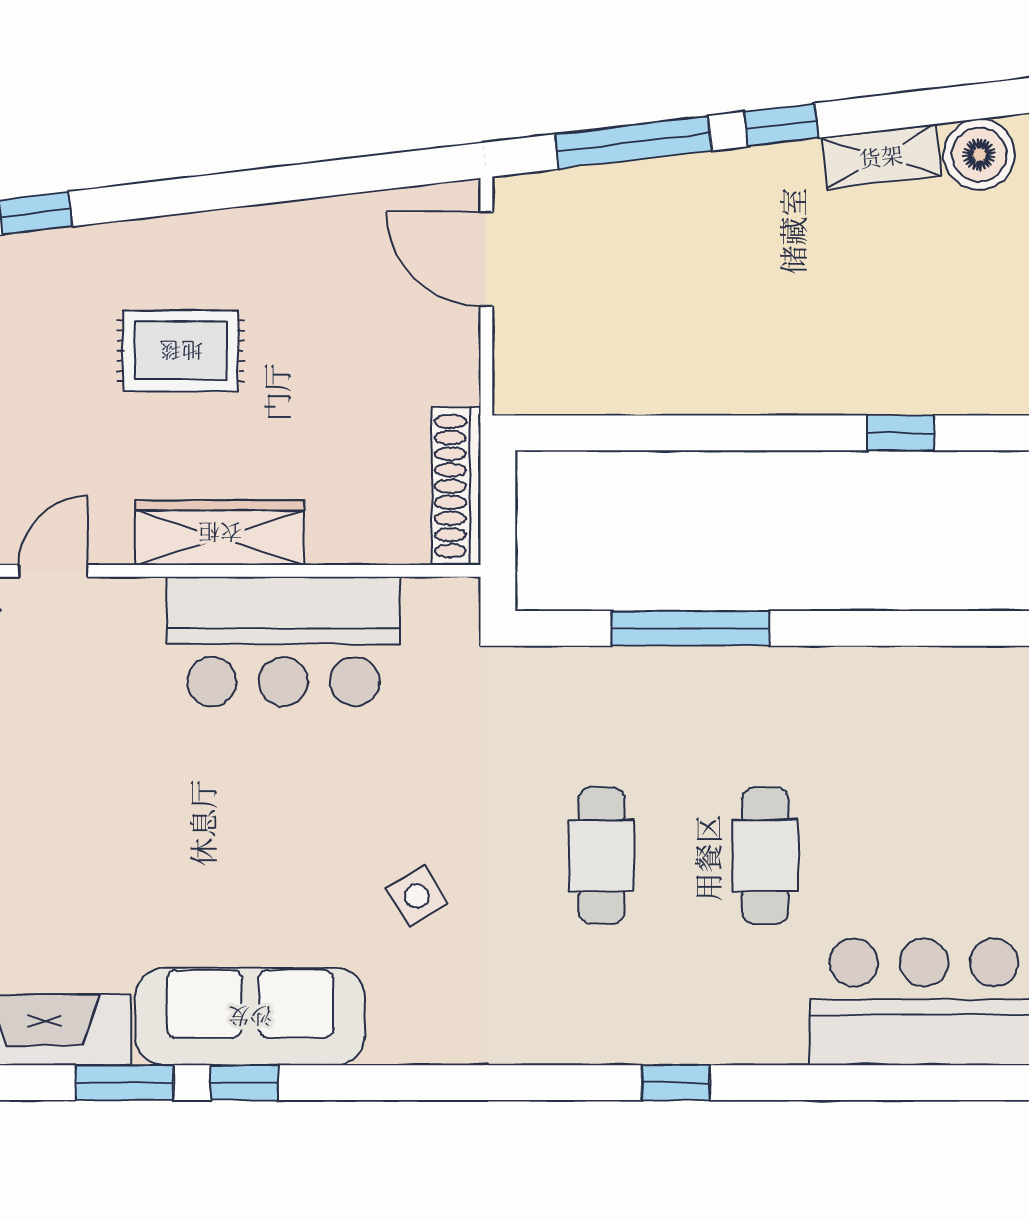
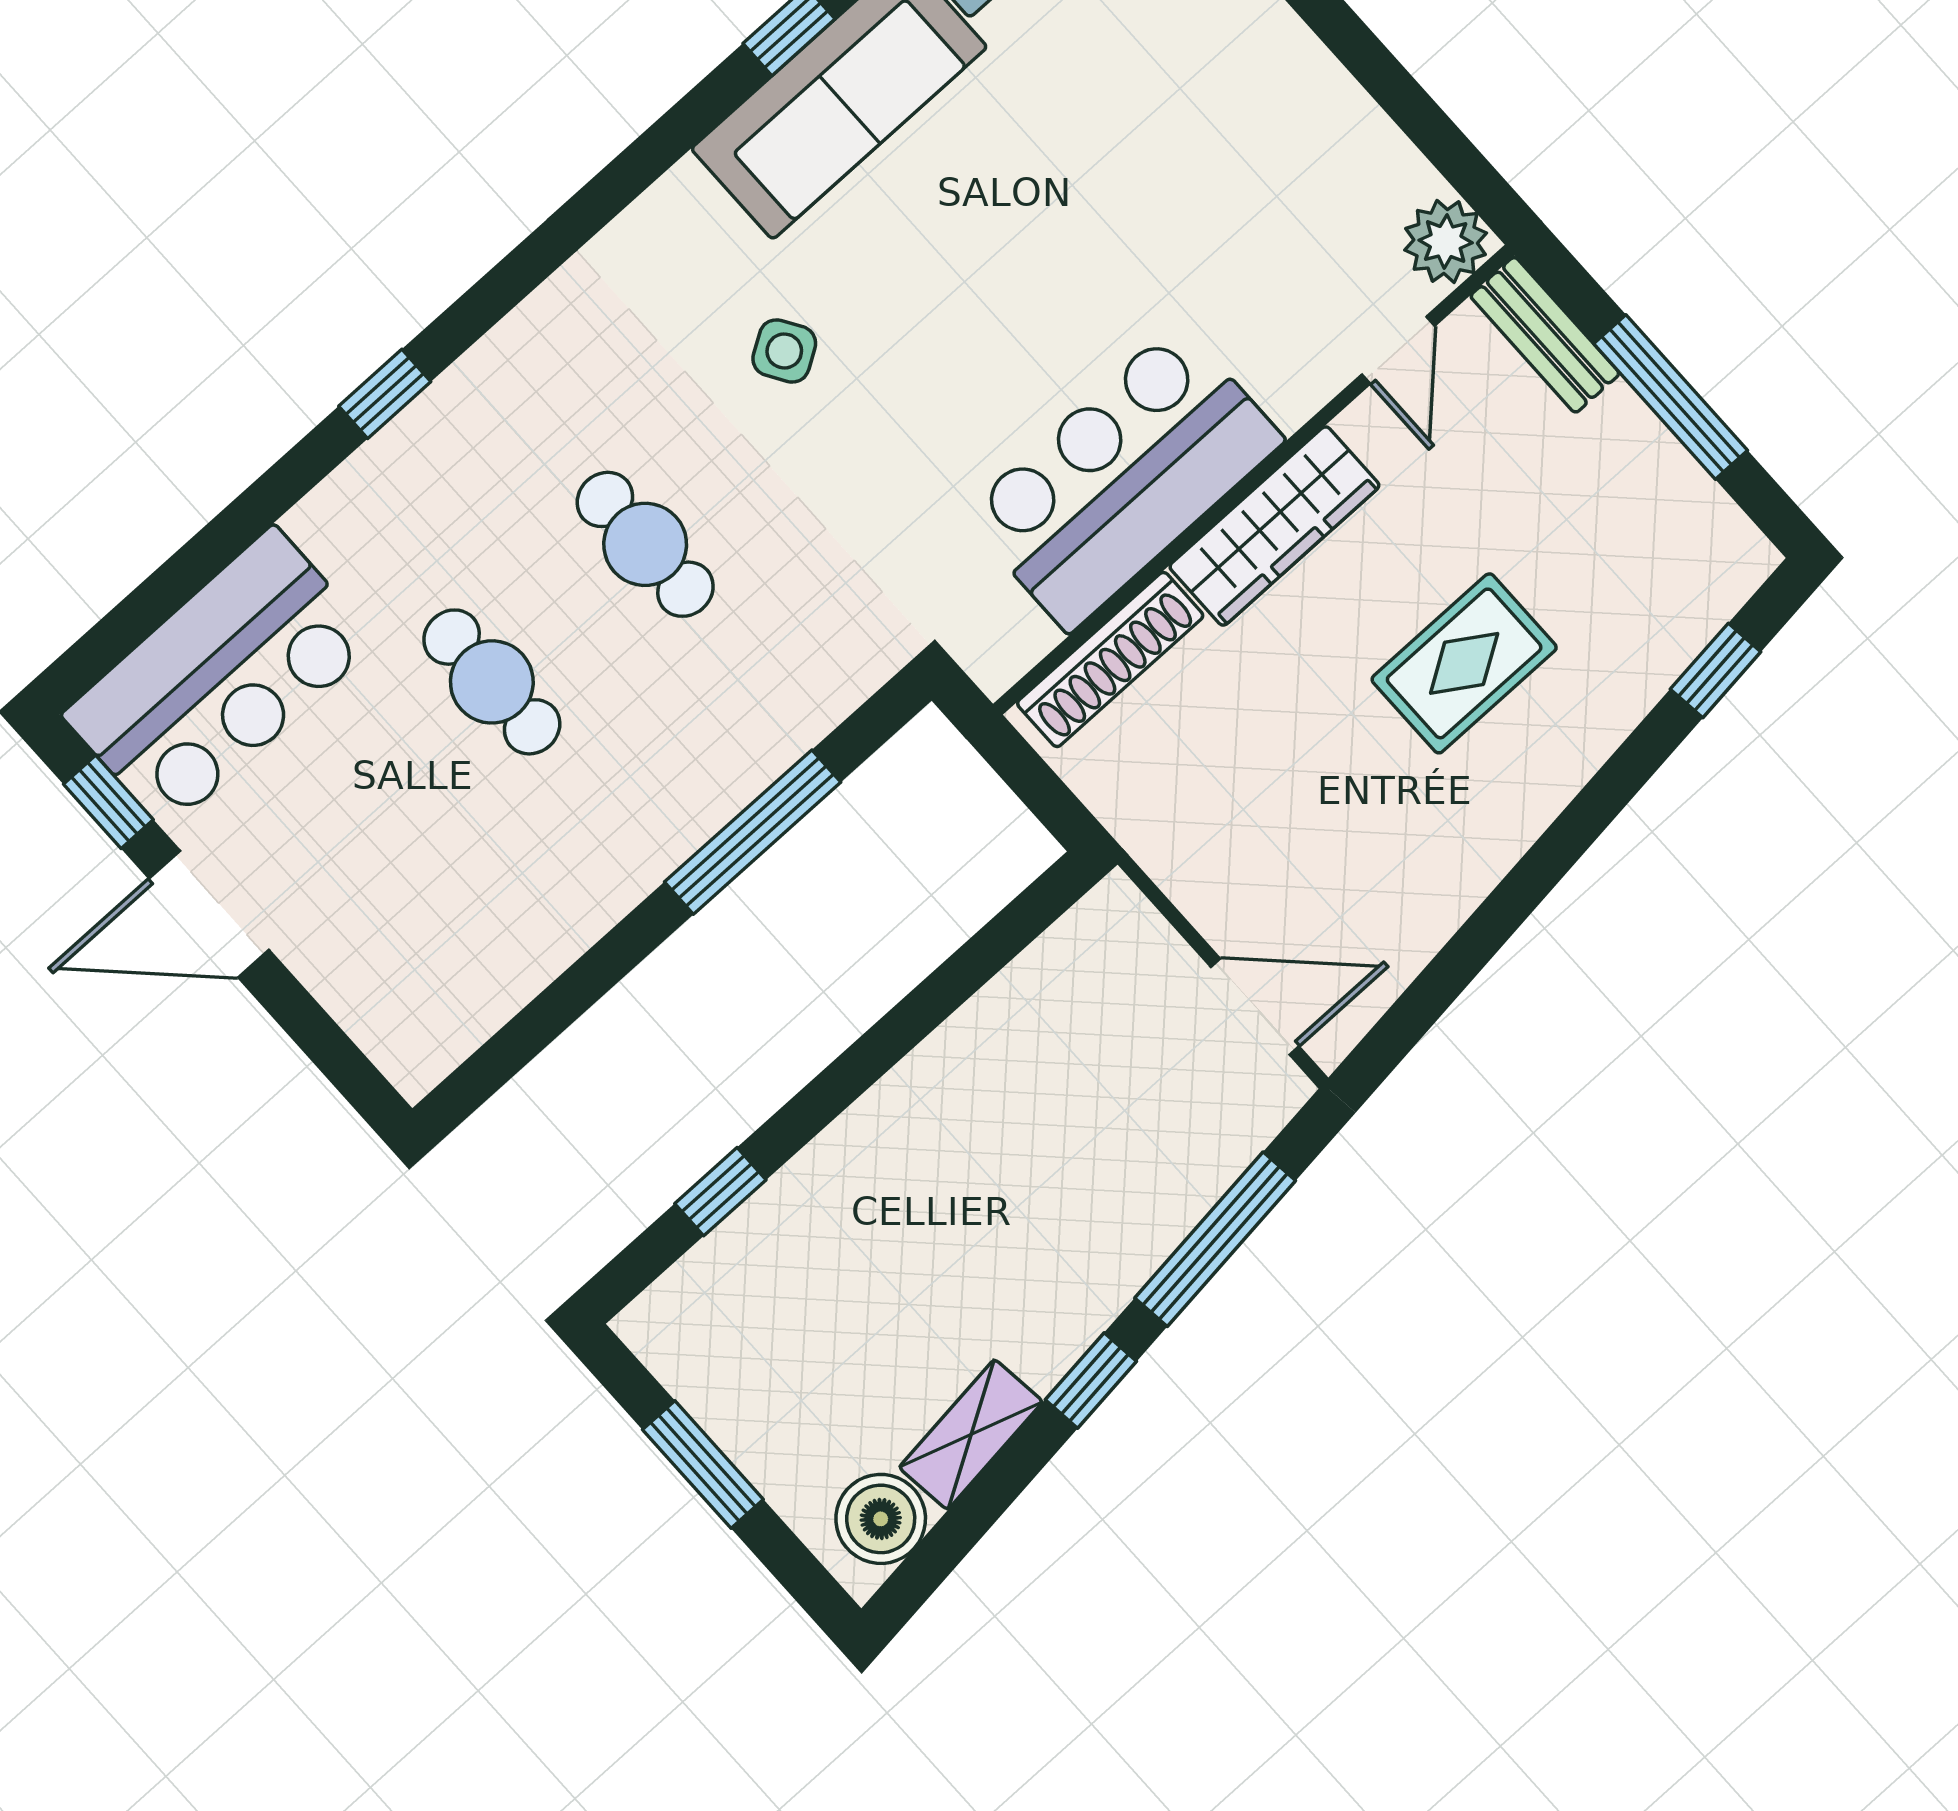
shoe rack: (456, 486) -> (1110, 659), moved, turned 90

